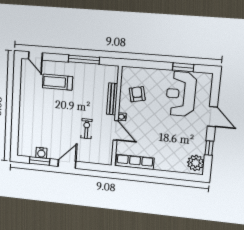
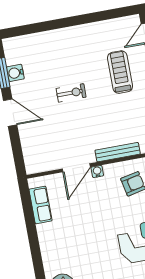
exercise bike: (87, 129) -> (71, 93), moved
row of seats: (135, 162) -> (40, 205), width x0.68

